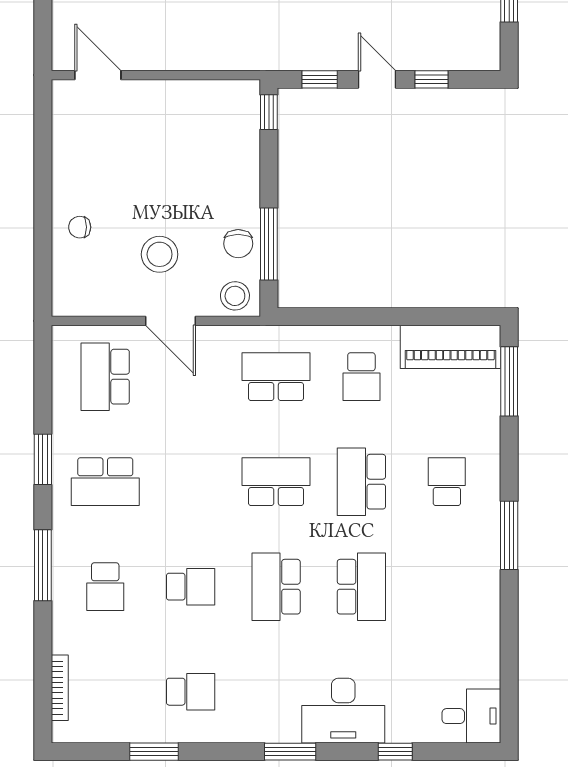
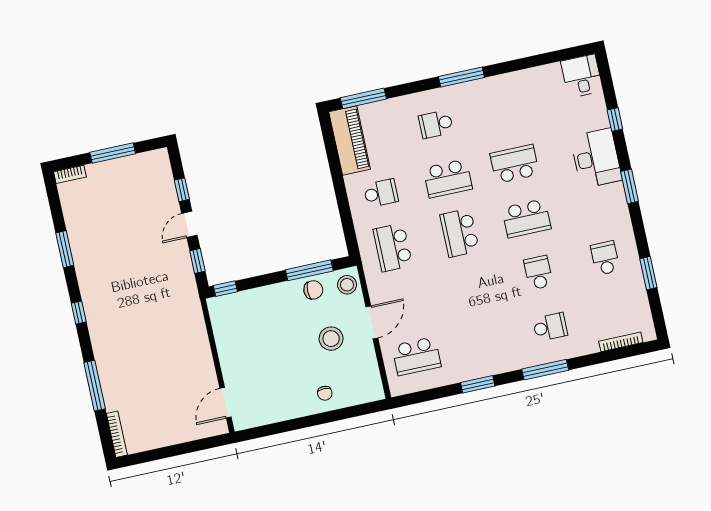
school desk: (105, 482) -> (483, 342), removed

